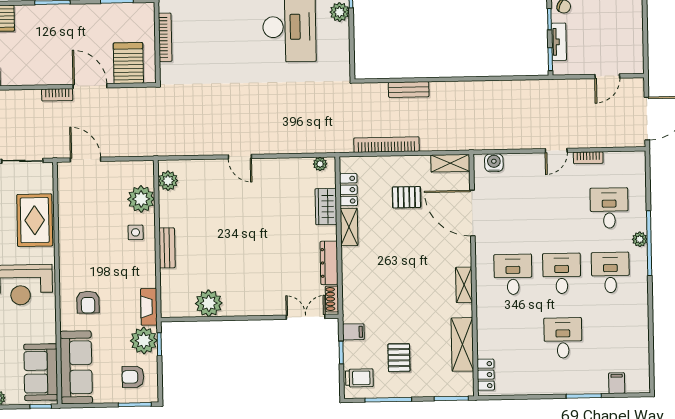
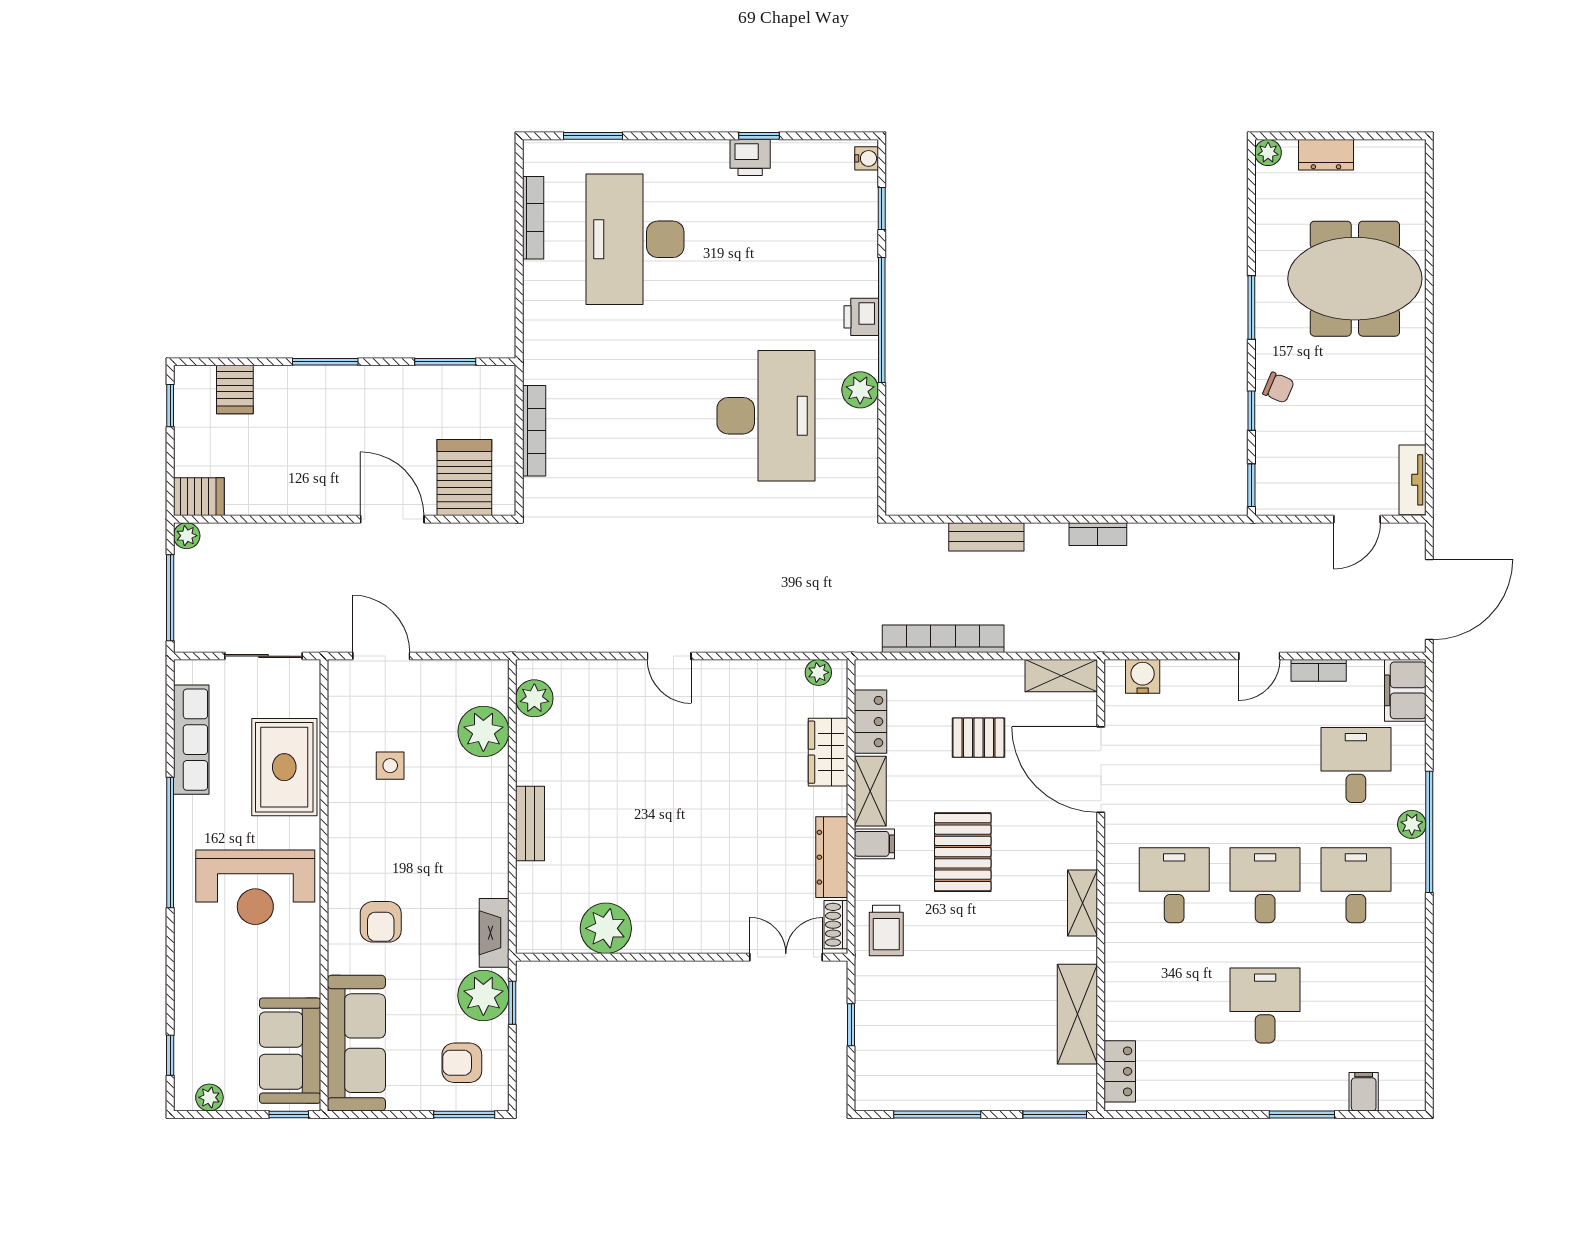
tv unit: (559, 42) -> (1413, 480), moved, turned 180
bookcase: (57, 95) -> (1098, 534), moved
filing cabinet: (635, 168) -> (1405, 690), added
side table: (136, 232) -> (390, 766), moved
filing cabinet: (353, 332) -> (874, 844), moved
pallet: (399, 358) -> (963, 852), moved, width x1.50, depth x1.42
trolley: (359, 378) -> (886, 931), moved, turned 90

